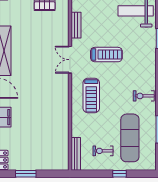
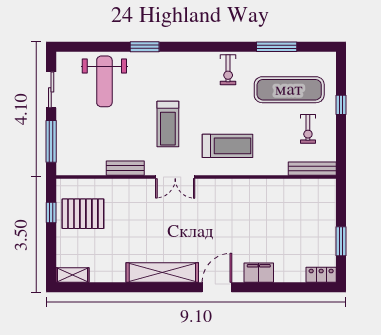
treadmill: (106, 55) -> (168, 124), turned 180

